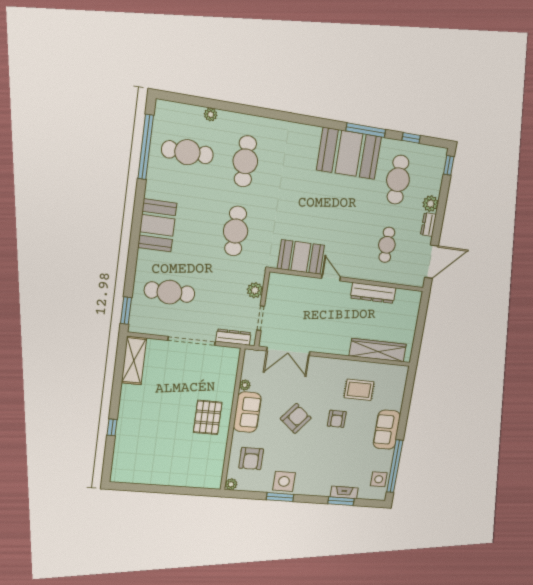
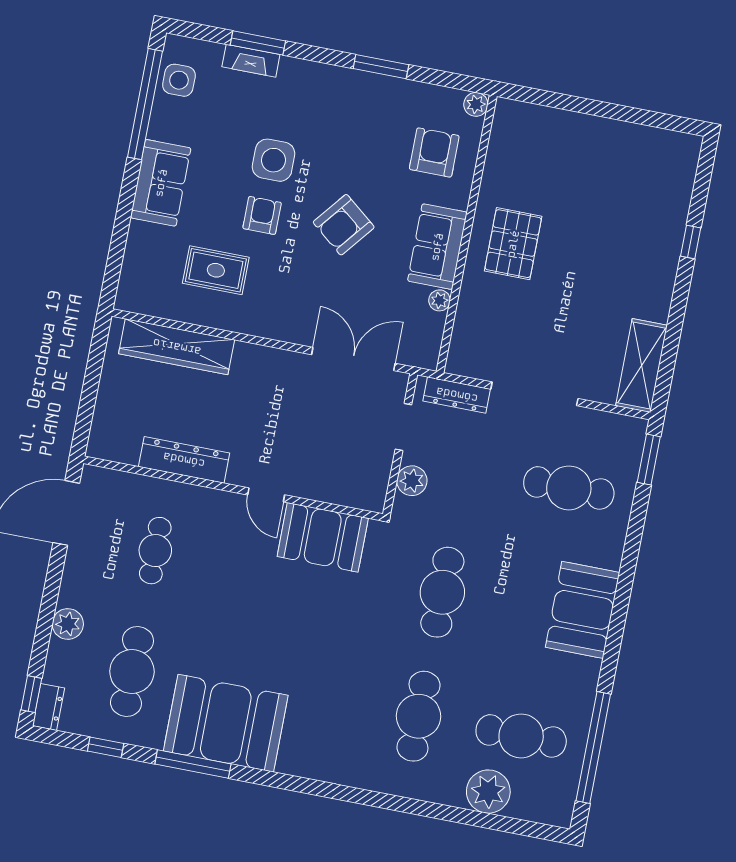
plant: (211, 115) -> (488, 792), width x1.88, depth x1.88
dresser: (428, 224) -> (49, 707), moved
side table: (284, 481) -> (274, 160), moved

